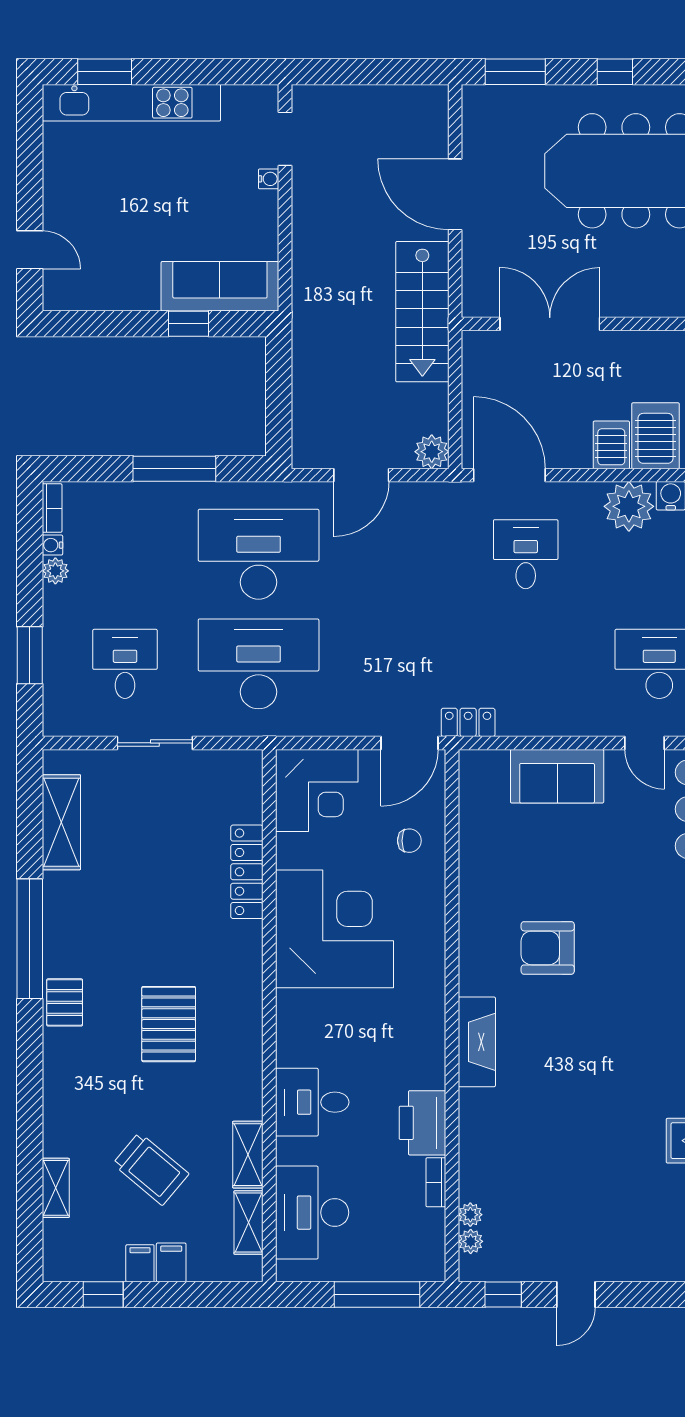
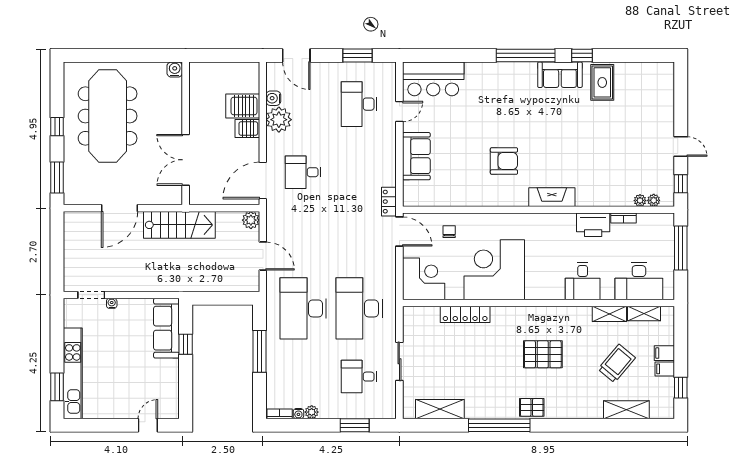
armchair: (548, 948) -> (504, 161), turned -90
shelving: (56, 1188) -> (626, 410), width x1.50, depth x1.33

